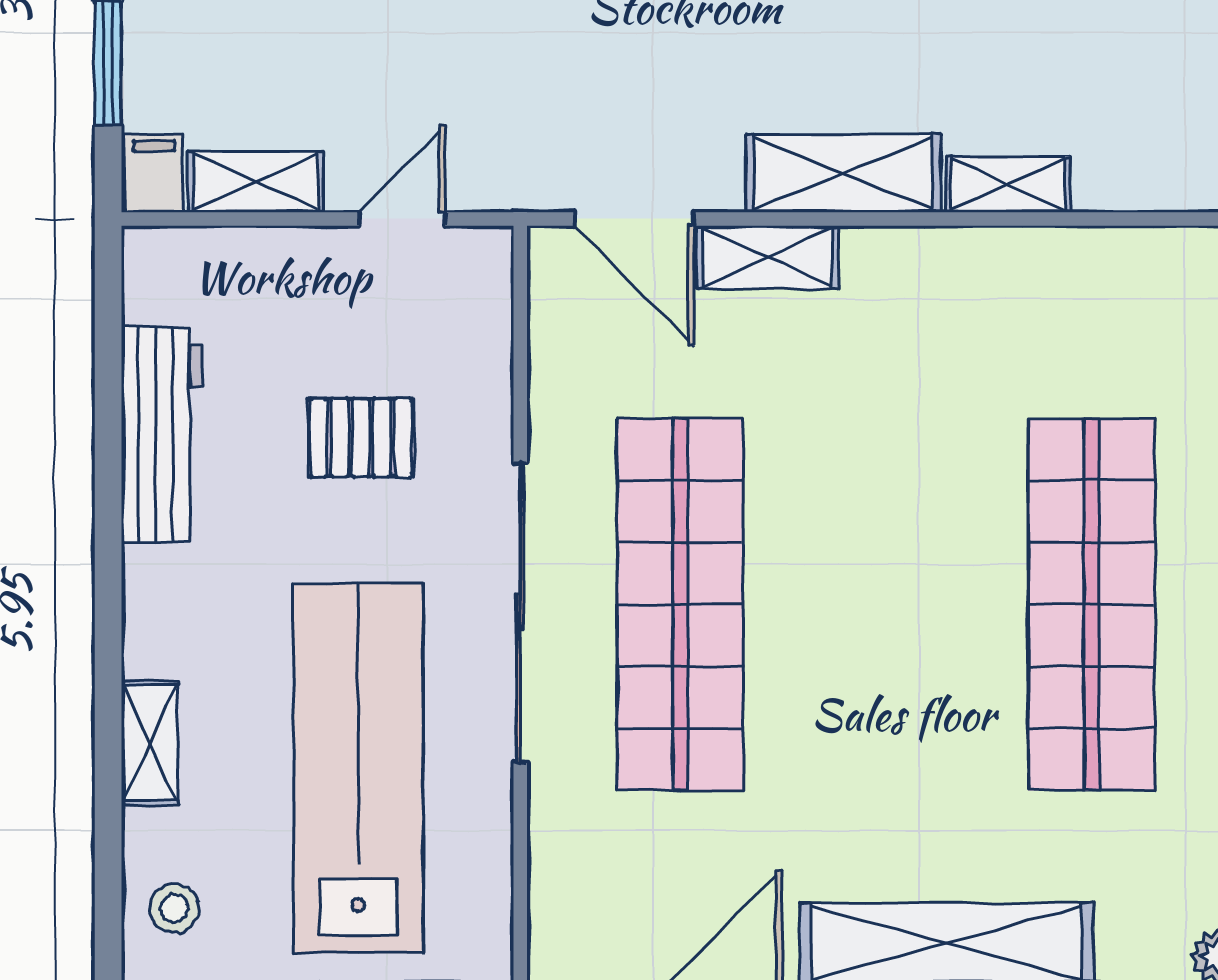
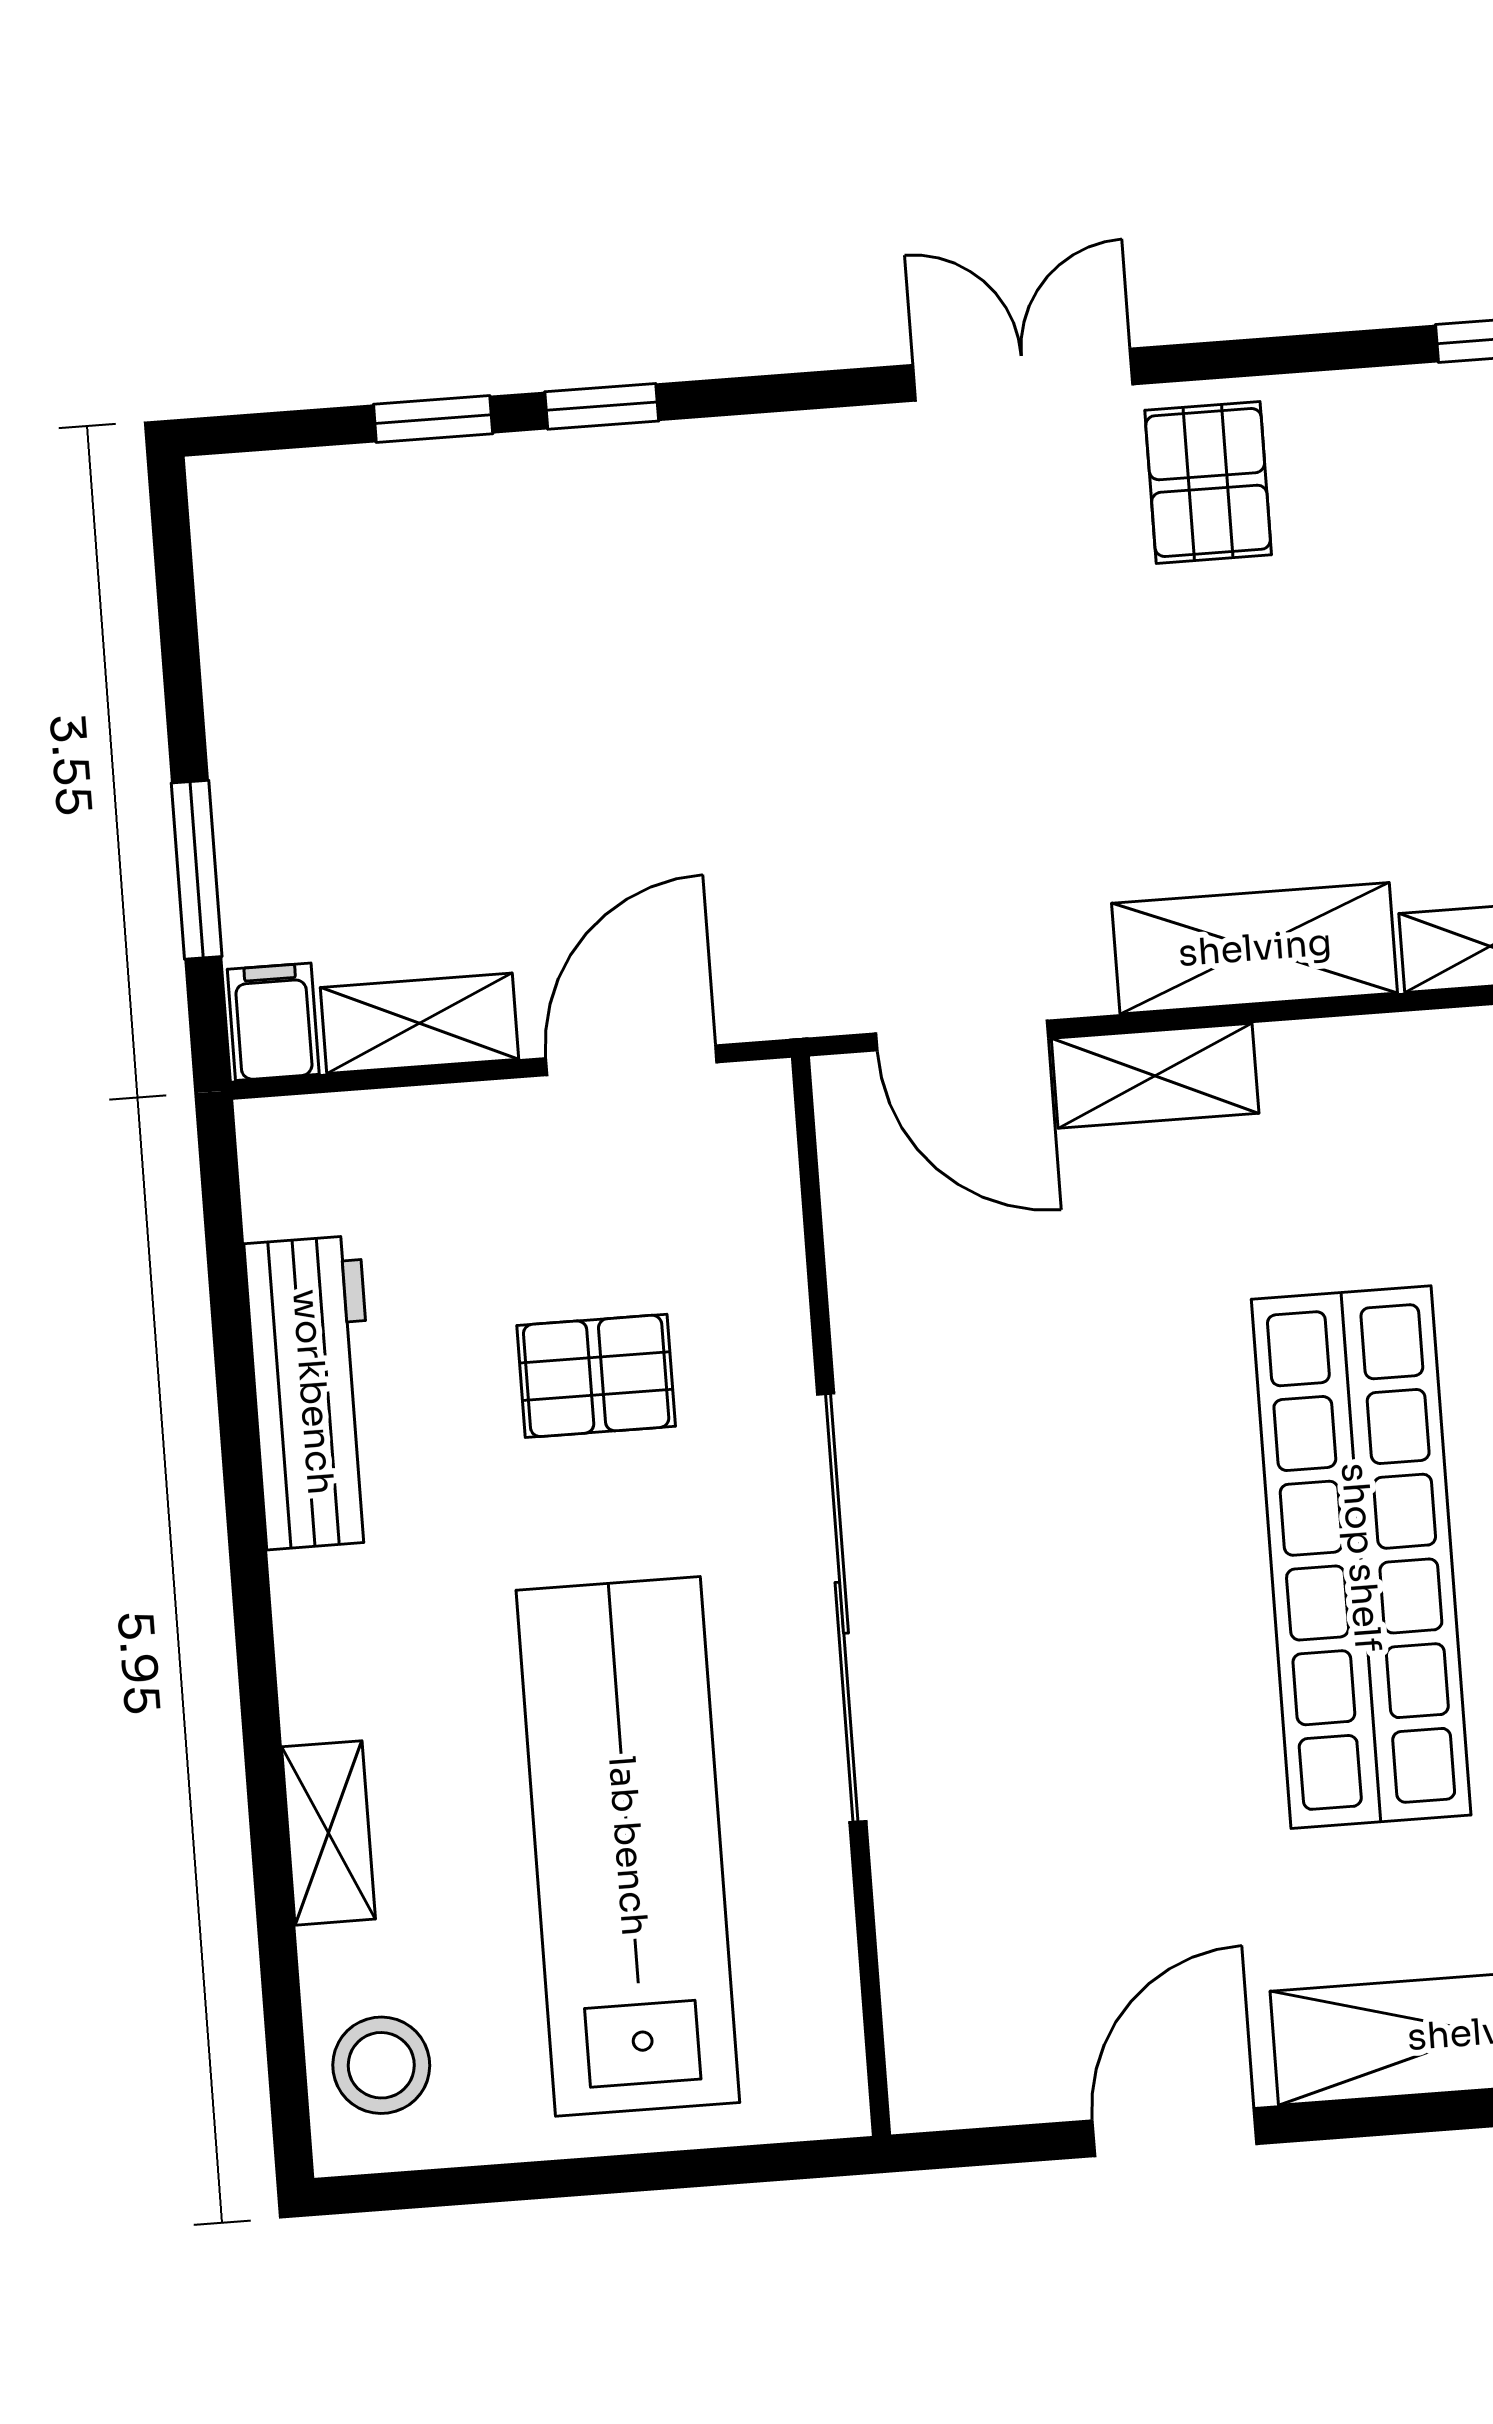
door: (402, 219) -> (631, 1060), width x1.38
shop shelf: (680, 604) -> (1361, 1557), moved
stool: (174, 908) -> (381, 2065), width x1.37, depth x1.37

